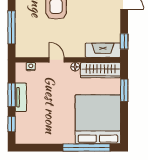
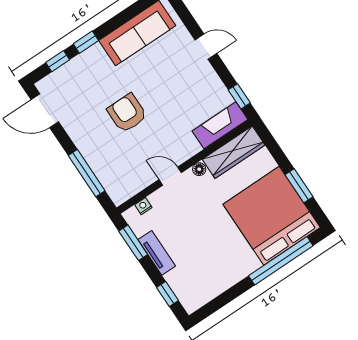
window: (124, 90) -> (299, 186), moved
window: (12, 95) -> (133, 243), moved

